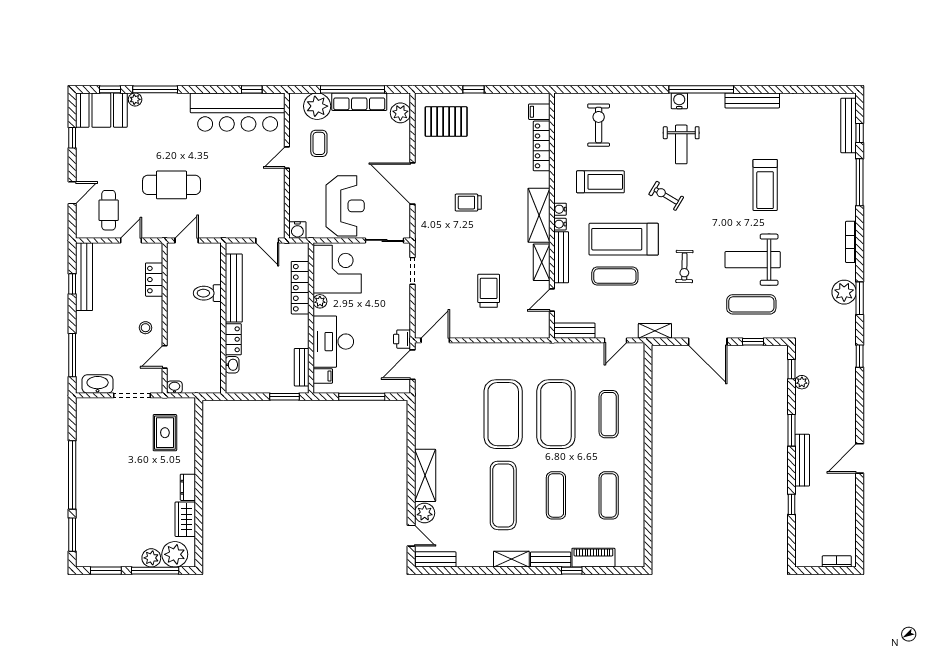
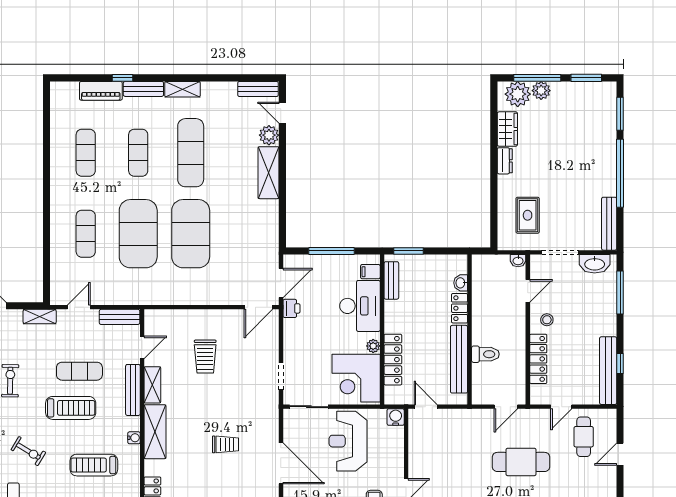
water cooler: (560, 224) -> (134, 423), removed
treadmill: (624, 239) -> (71, 408), width x0.73, depth x0.73
locker: (154, 280) -> (538, 359), width x1.53
bench: (83, 424) -> (609, 224), added

